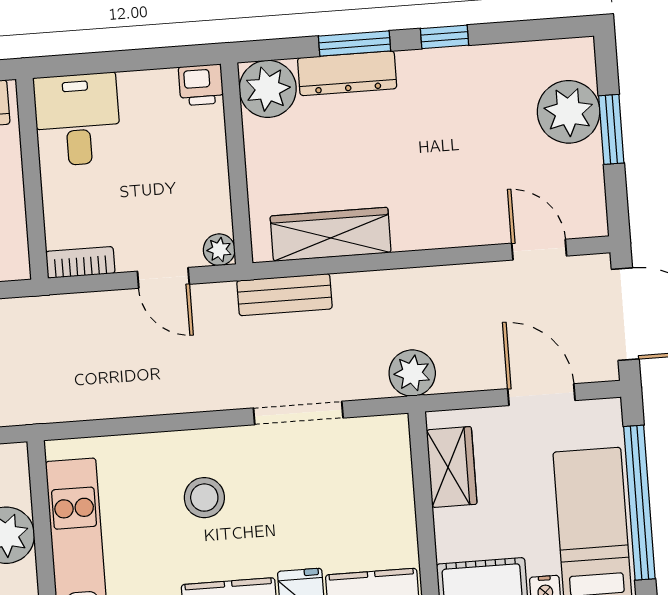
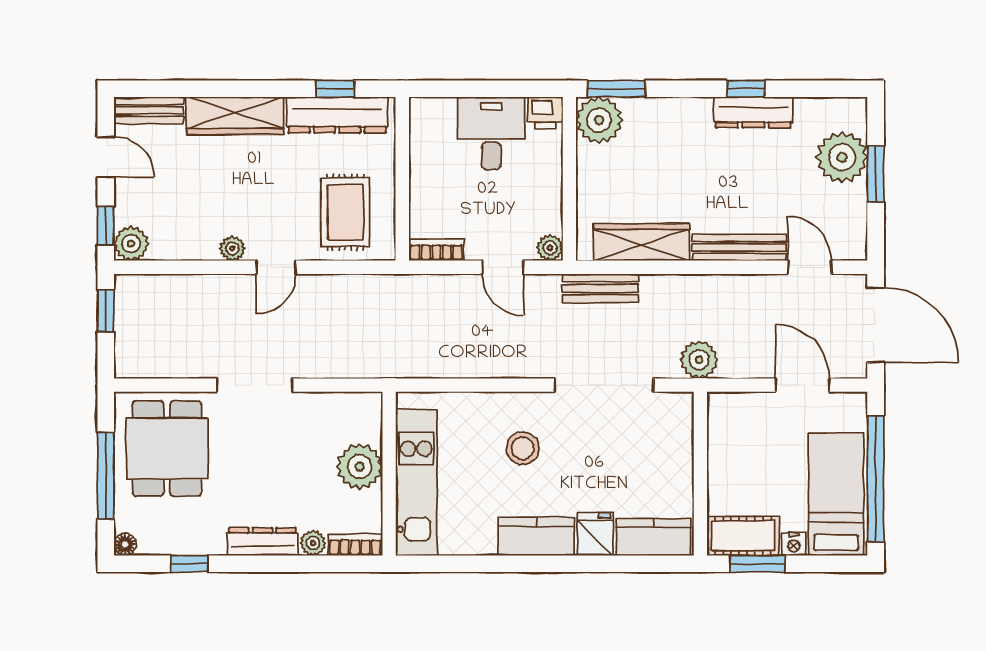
window: (355, 44) -> (617, 89), moved
dresser: (347, 73) -> (753, 112), moved
desk: (77, 119) -> (491, 133), moved
bench: (451, 232) -> (739, 247), added
doorway: (298, 413) -> (604, 385), width x1.36
wardrobe: (452, 467) -> (725, 438), removed

